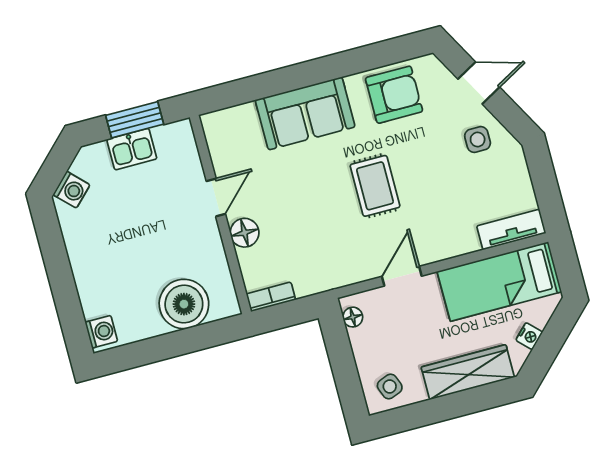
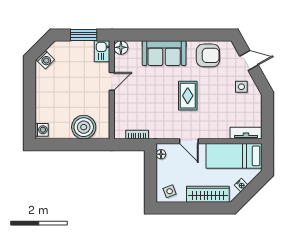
kitchen sink: (132, 149) -> (102, 51), moved, turned 90
floor lamp: (245, 233) -> (121, 47), moved
door: (402, 276) -> (189, 141), swing flipped
bookcase: (271, 297) -> (137, 135), moved

